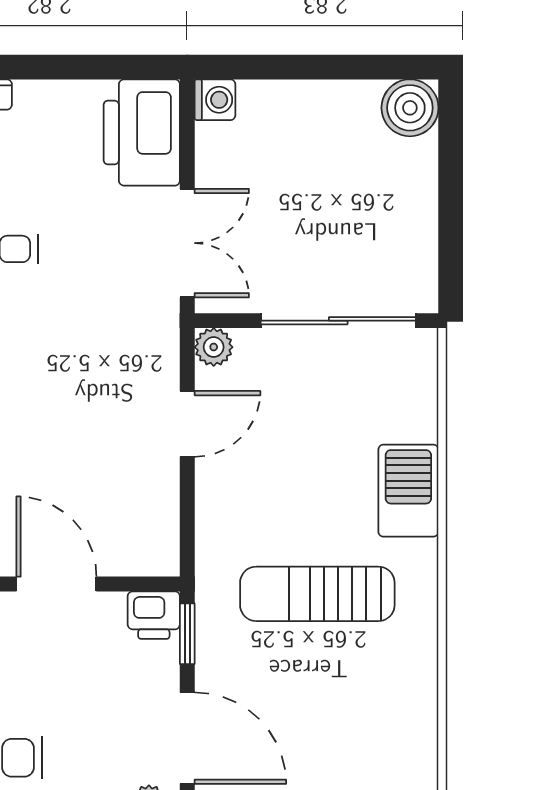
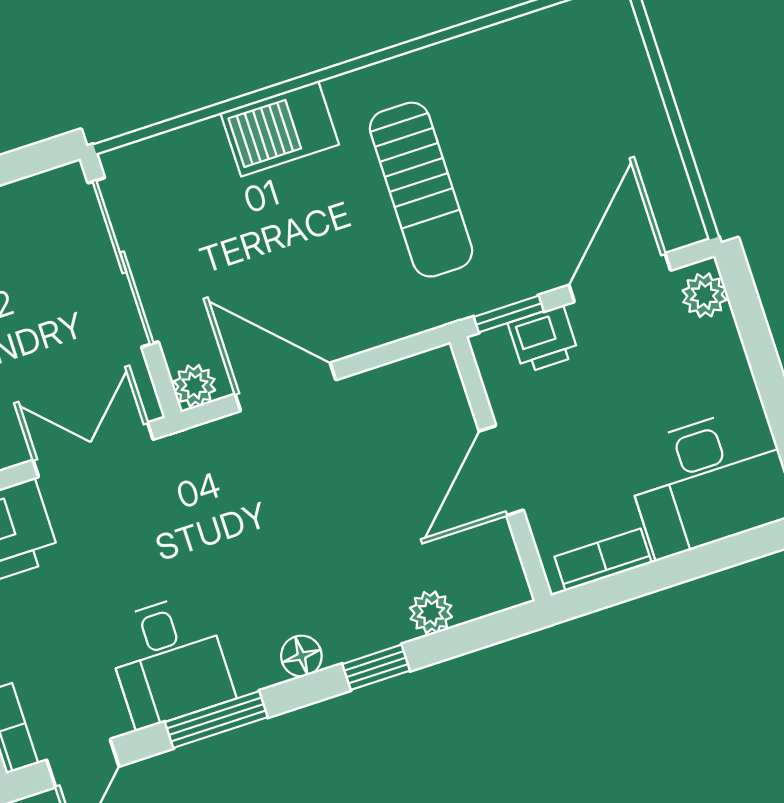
door: (187, 424) -> (285, 387), width x1.38
printer: (154, 615) -> (543, 339), moved, turned 90

